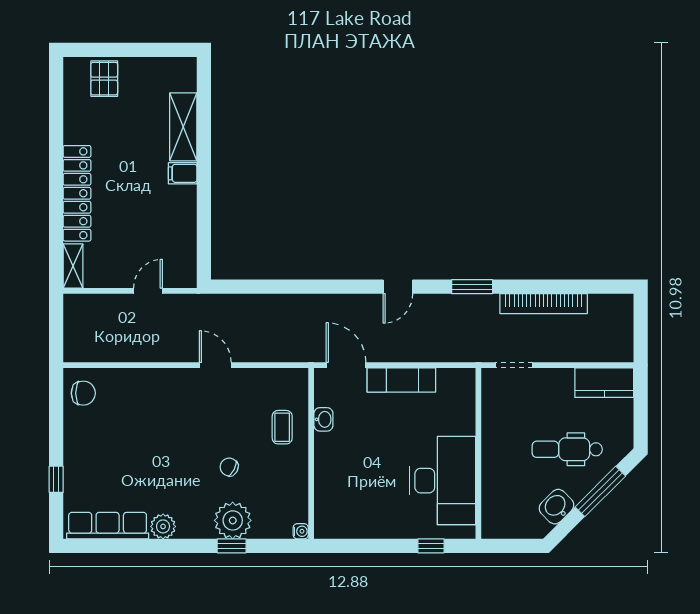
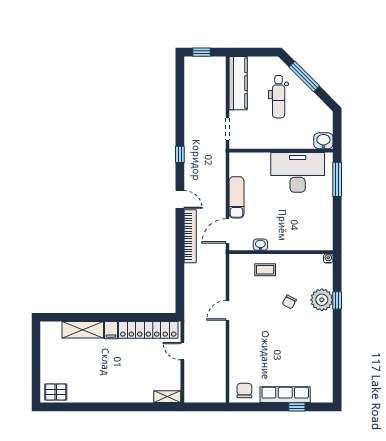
pallet: (104, 79) -> (56, 392), moved
locker: (77, 193) -> (148, 330), moved, turned 180
window: (472, 287) -> (180, 154), width x0.67
bookcase: (544, 304) -> (190, 236), moved
window: (641, 322) -> (201, 52), added
kitchen counter: (604, 383) -> (238, 83), width x1.50
washbasin: (557, 507) -> (323, 141), moved, turned 135
row of seats: (108, 526) -> (285, 395), moved, turned 90
plant: (163, 526) -> (325, 342), removed
window: (431, 546) -> (337, 179), width x2.17

